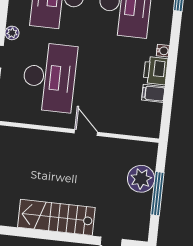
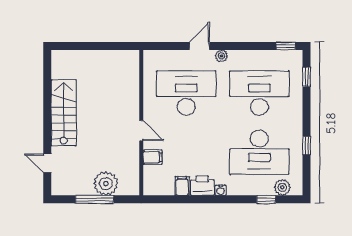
desk: (49, 77) -> (186, 93), turned 180
filing cabinet: (117, 123) -> (153, 157), added
door: (86, 133) -> (141, 131), hinge flipped

